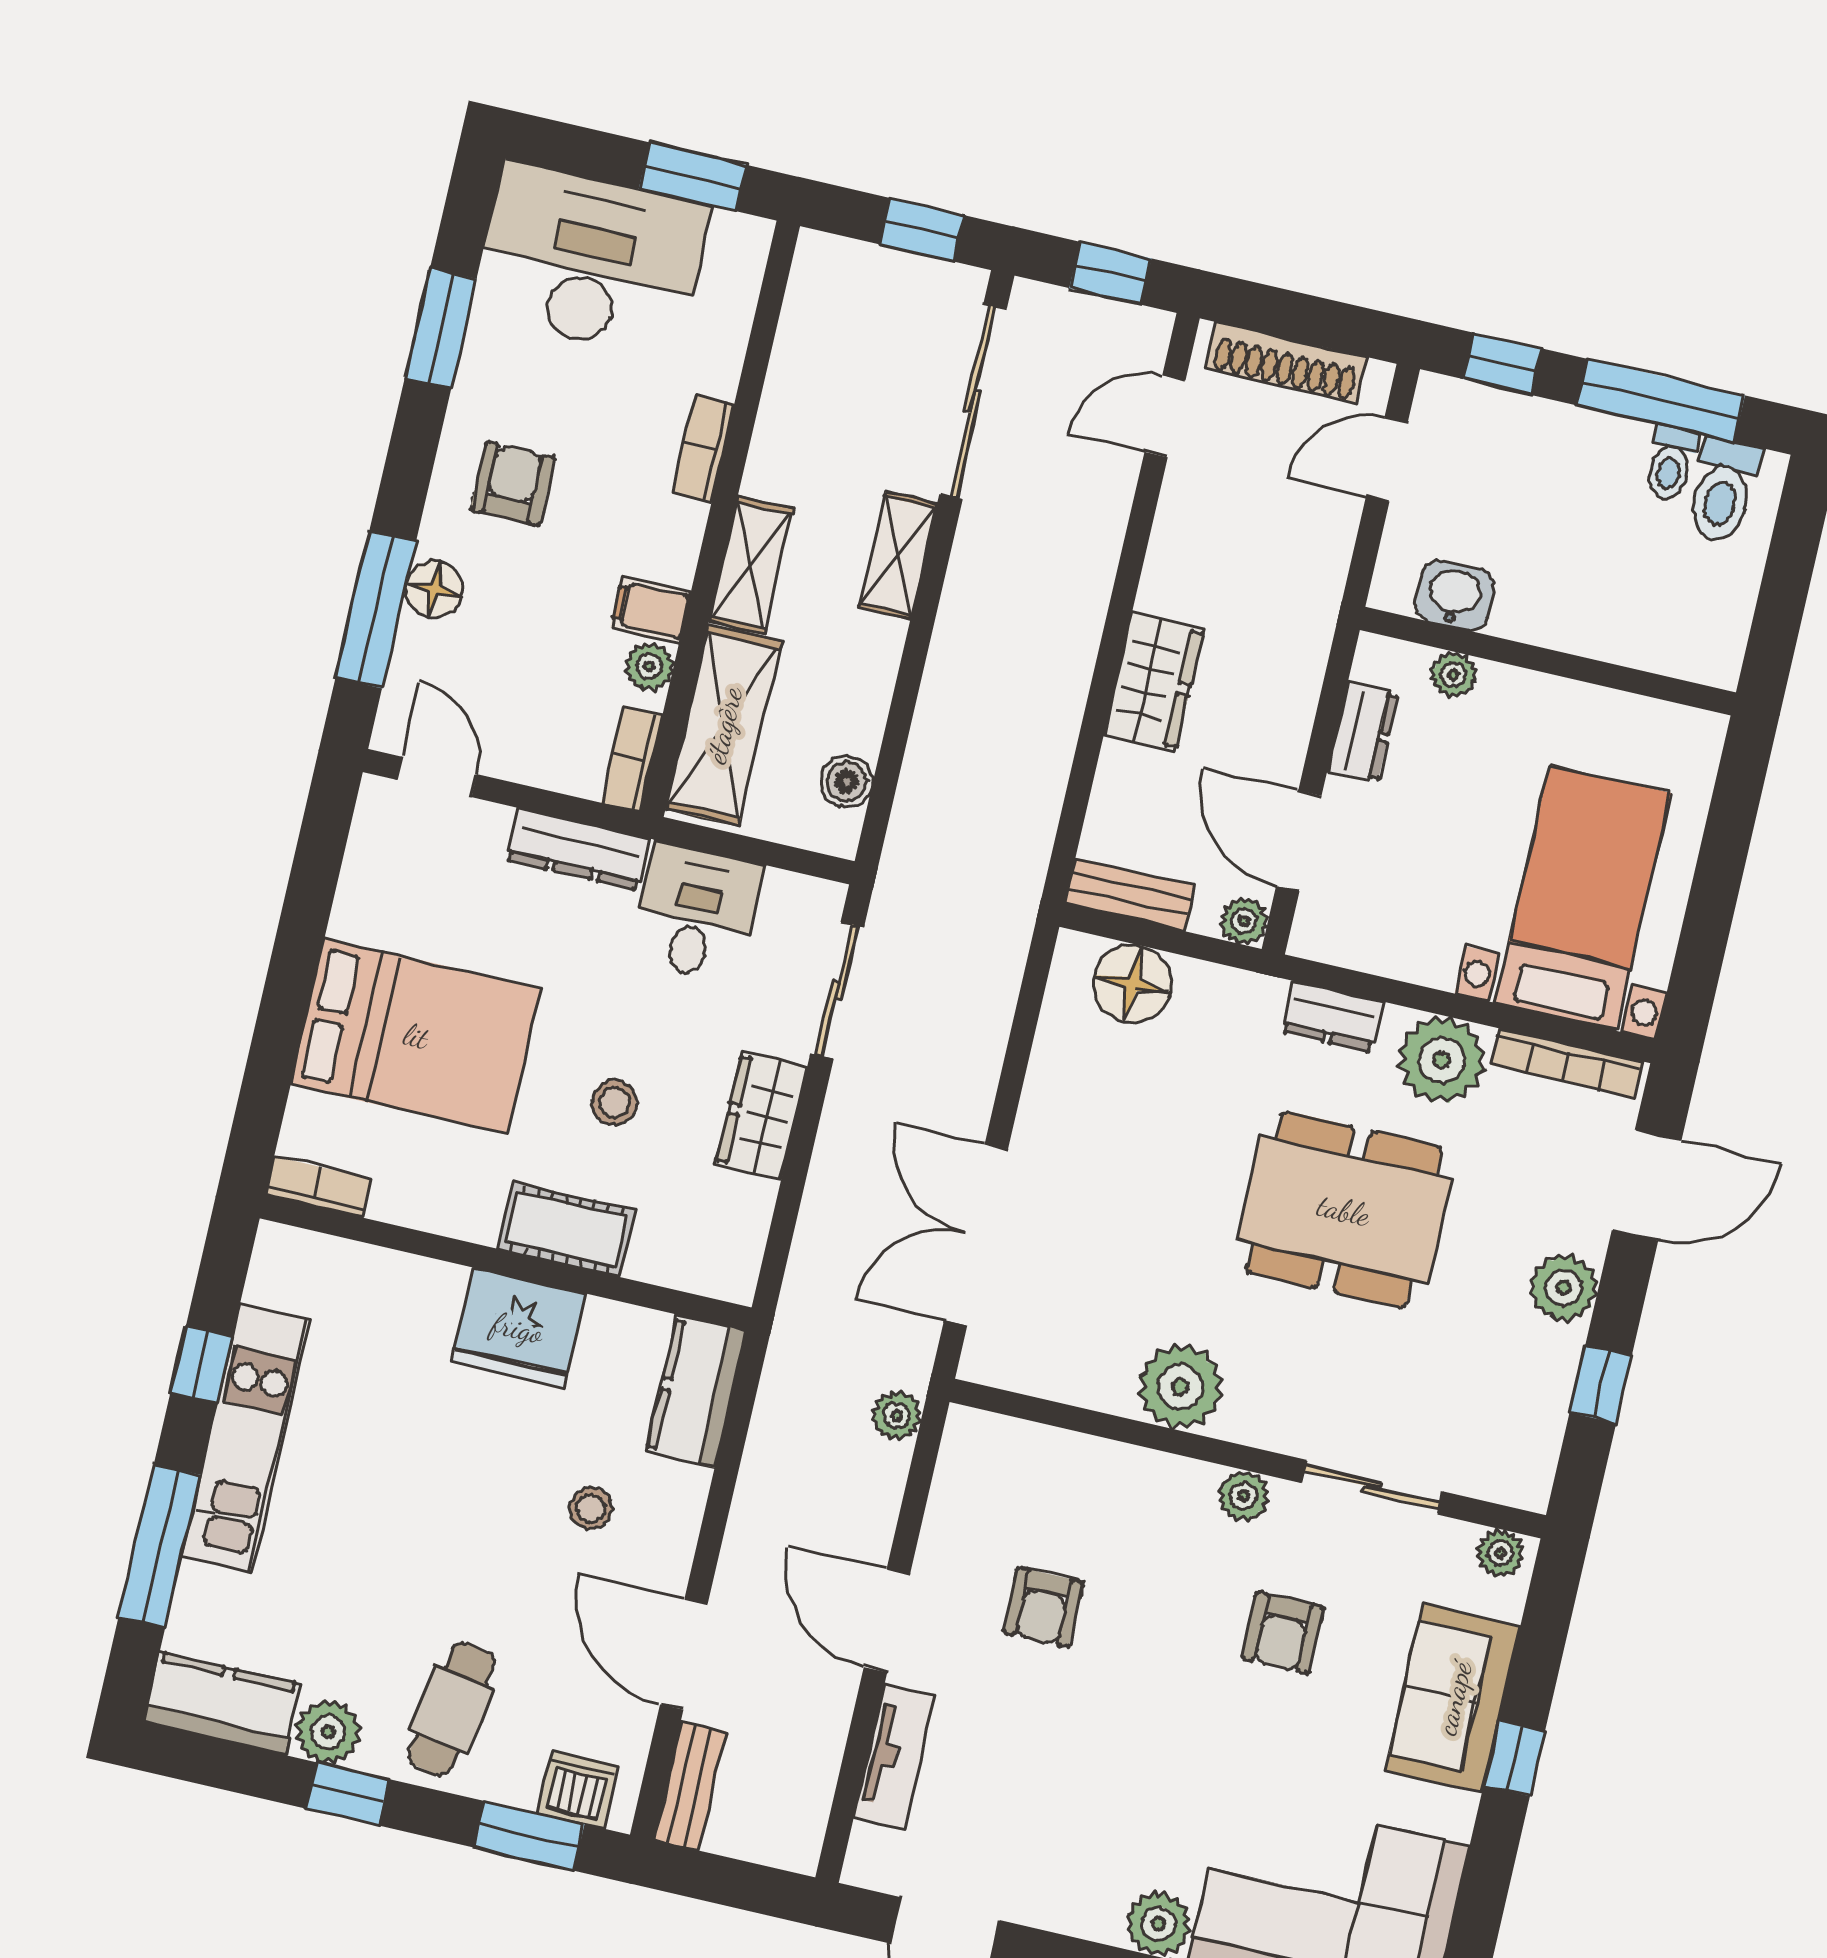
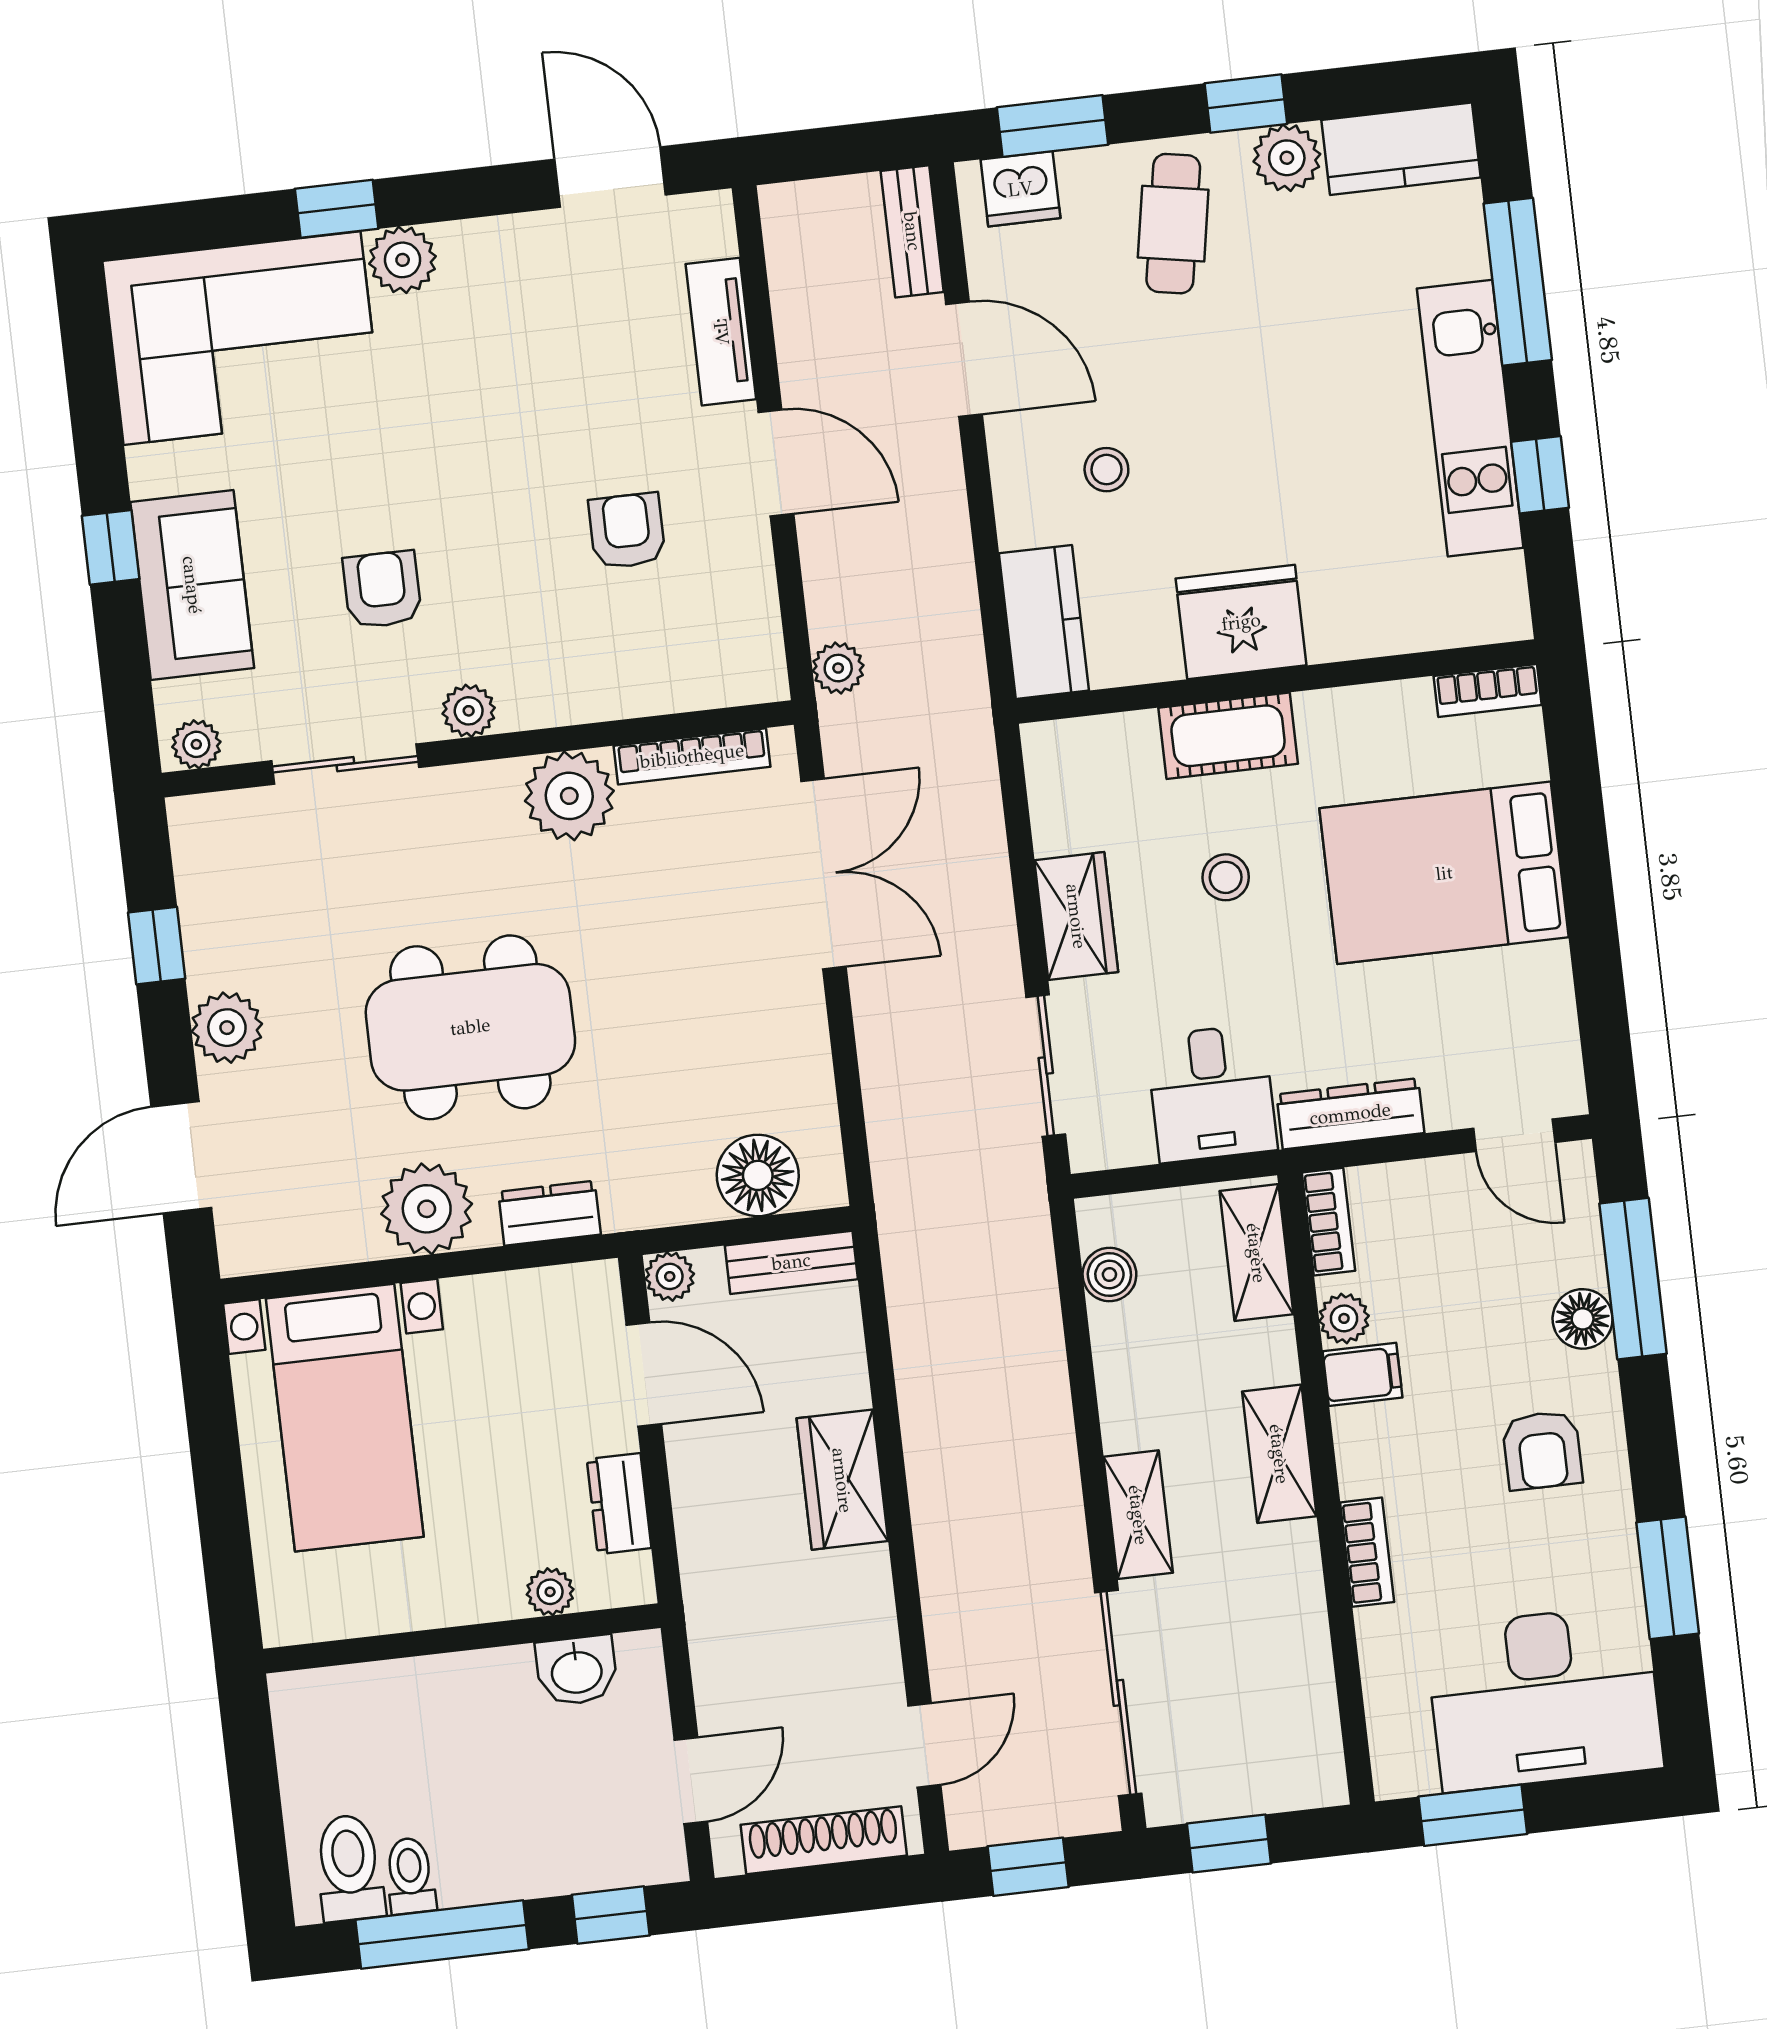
shelving: (723, 725) -> (1256, 1253), width x0.67, depth x0.75
bookcase: (1566, 1063) -> (692, 756), moved, turned 180

